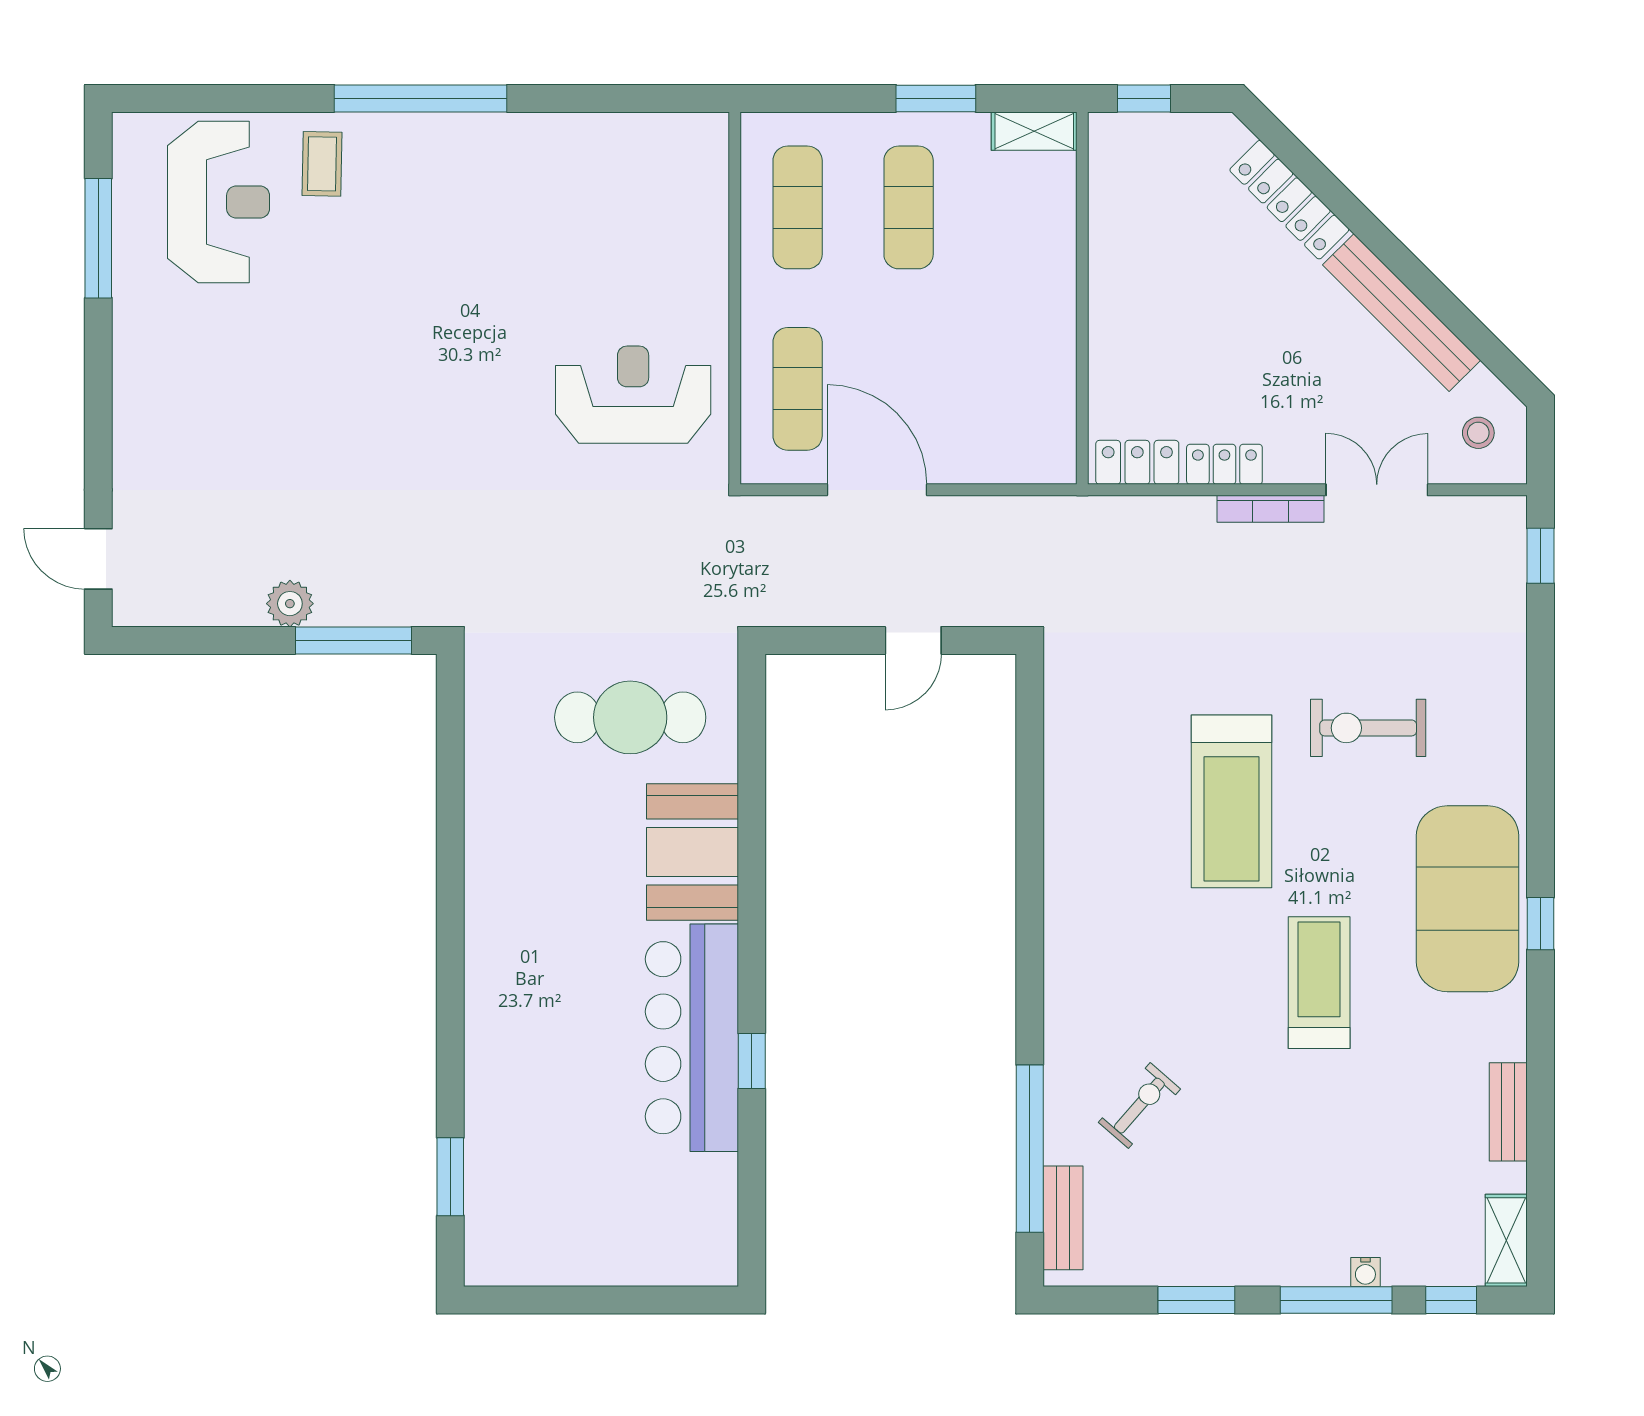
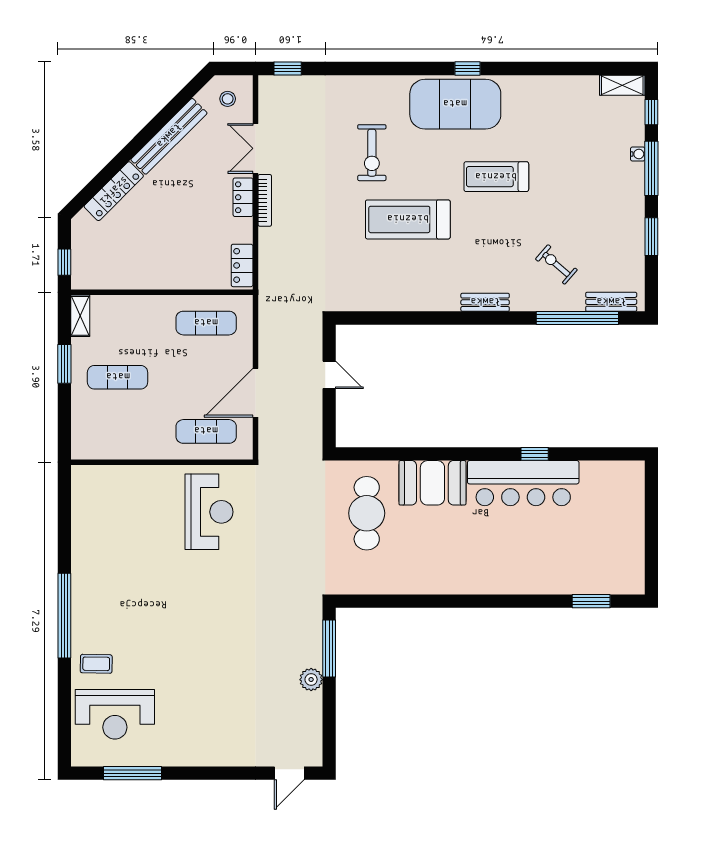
reception desk: (219, 202) -> (115, 714), turned 180
exercise mat: (798, 207) -> (206, 323), moved
reception desk: (633, 395) -> (209, 512), turned 180
locker: (1224, 464) -> (243, 197), moved
treadmill: (1232, 801) -> (408, 219), turned 180
bench: (1508, 1112) -> (485, 302), moved

